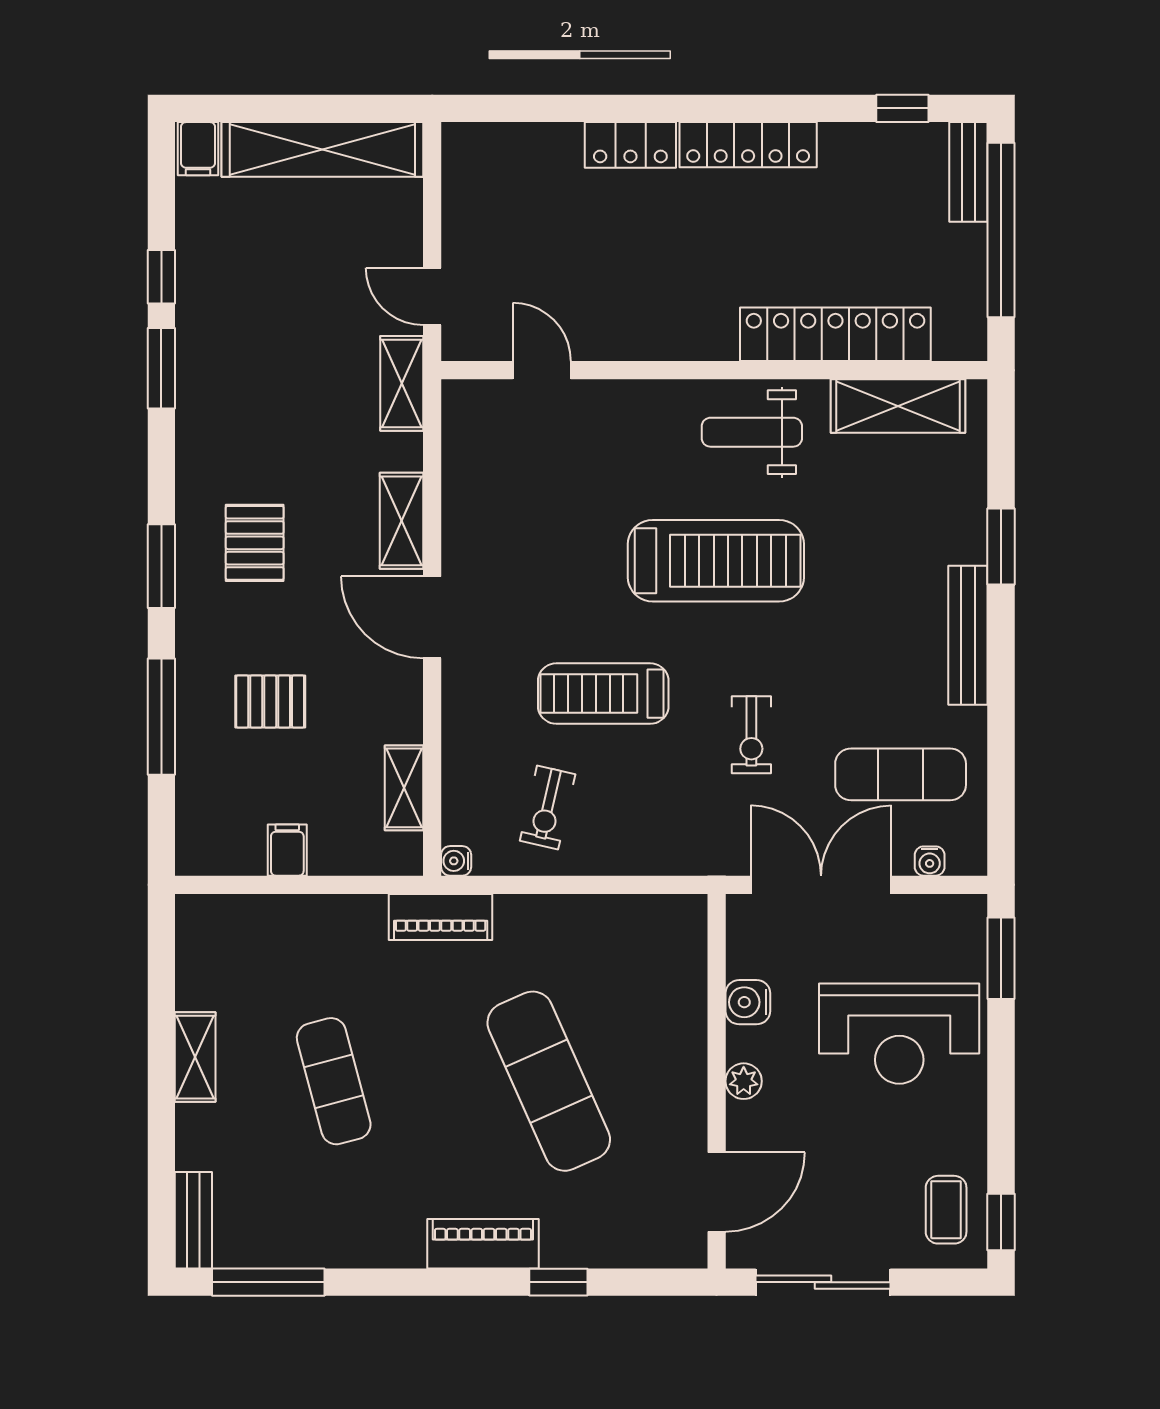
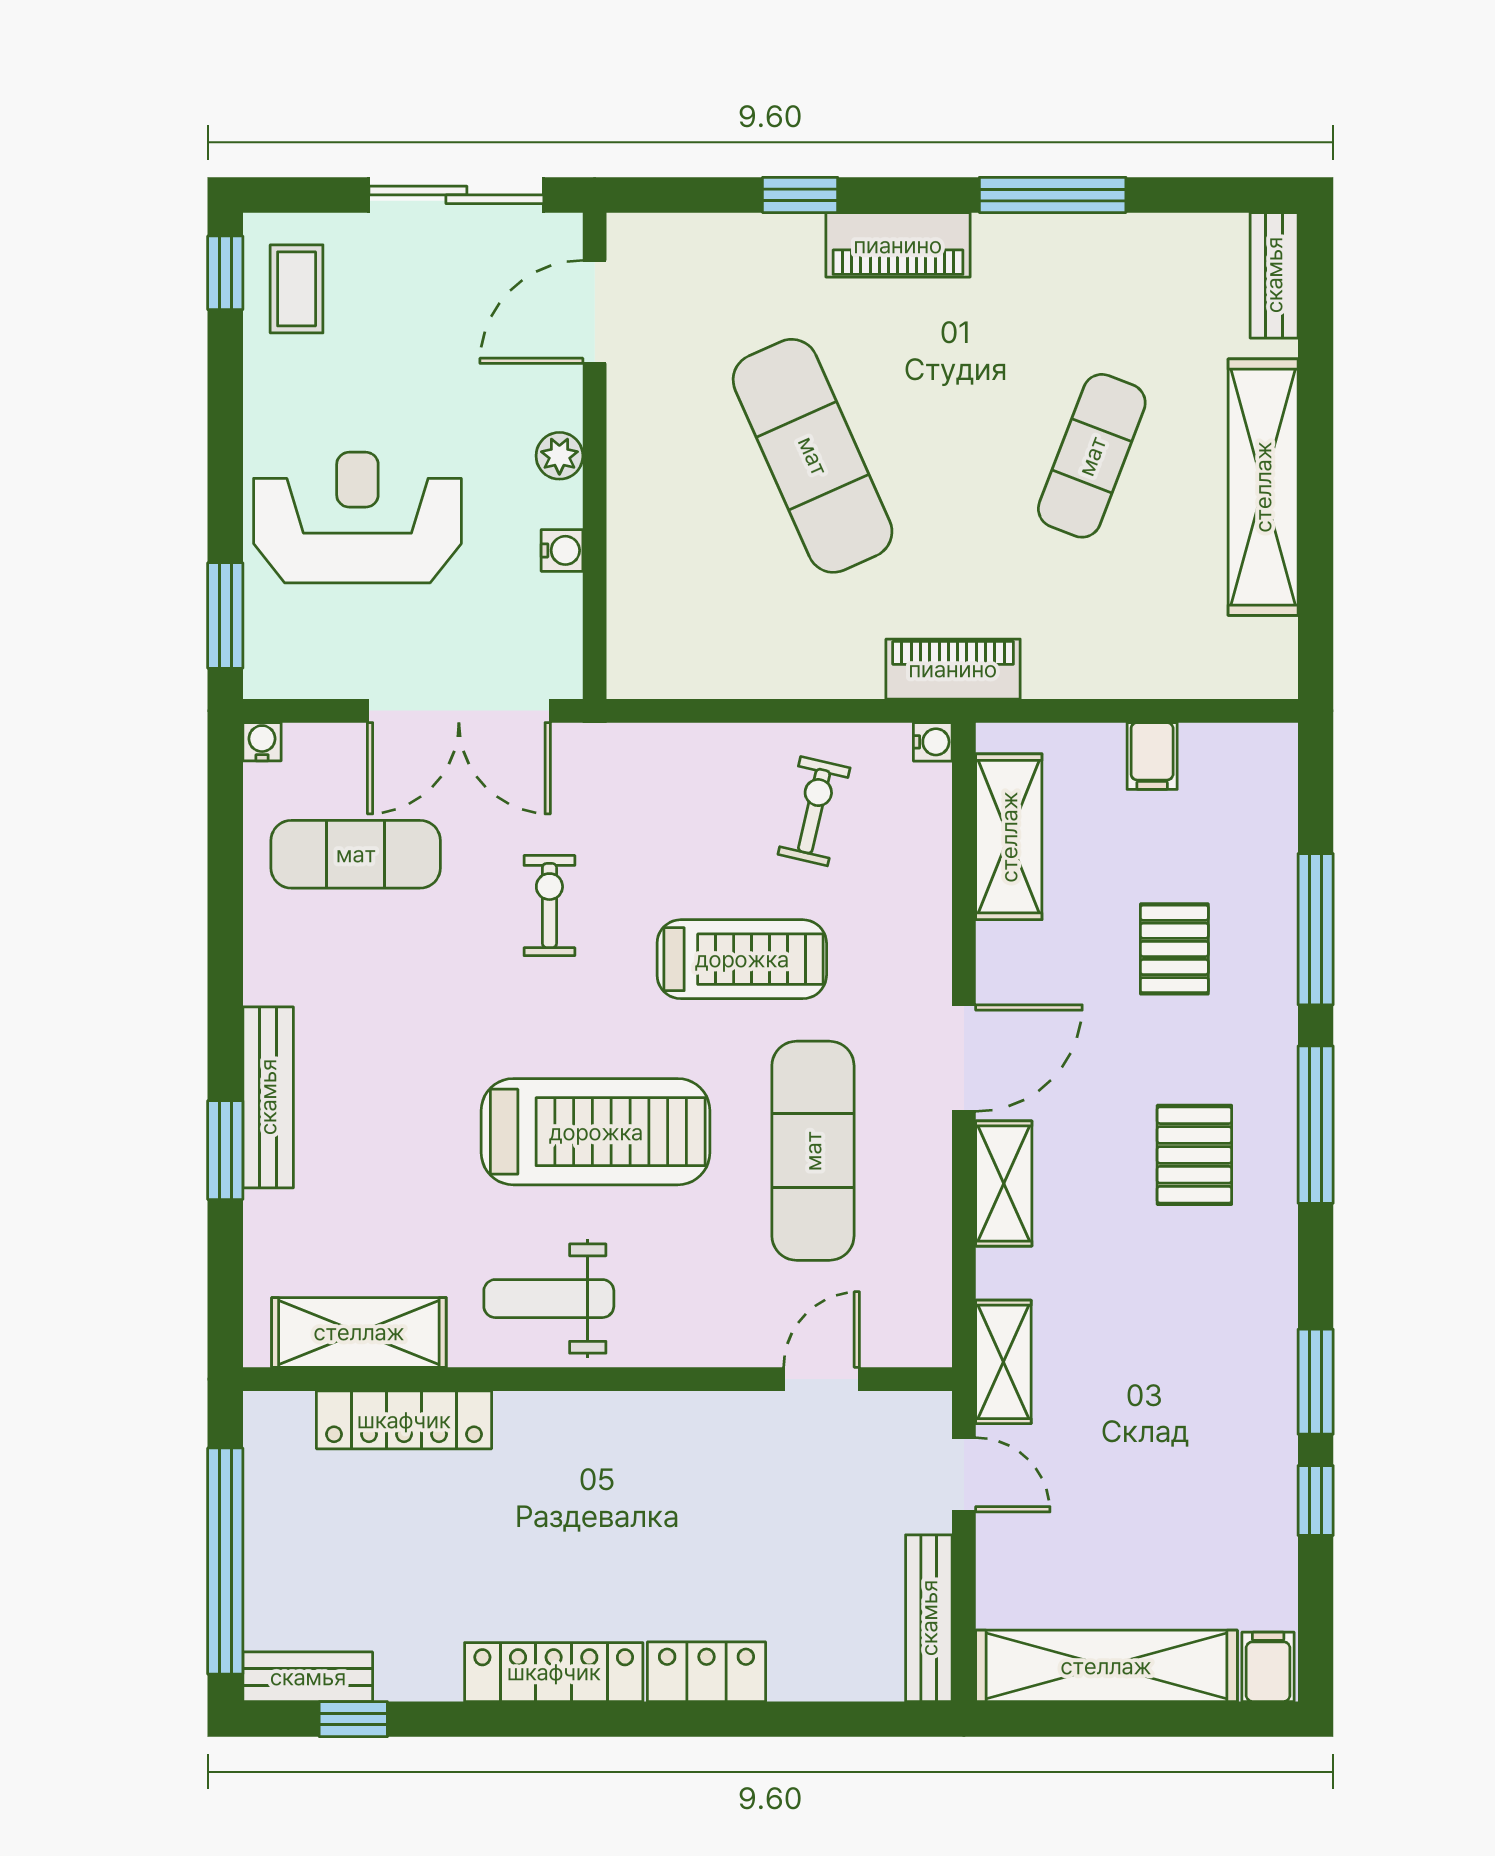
bench: (968, 172) -> (308, 1677), moved, turned 90
bench: (459, 186) -> (929, 1618), added
locker: (835, 334) -> (404, 1420), width x0.71, depth x0.83
door: (542, 370) -> (822, 1379), swing flipped
weight bench: (752, 432) -> (549, 1299), turned 180
exercise mat: (548, 546) -> (813, 1151), added
treadmill: (716, 561) -> (596, 1132), turned 180
window: (161, 566) -> (1316, 1125), width x1.44
door: (432, 617) -> (964, 1058), hinge flipped
bench: (968, 635) -> (268, 1097), moved
pallet: (270, 701) -> (1174, 949), turned 90
shelving: (404, 788) -> (1009, 837), width x1.50, depth x1.33
water cooler: (930, 861) -> (262, 742), moved
water cooler: (748, 1002) -> (562, 550), width x0.72, depth x0.72
shelving: (195, 1057) -> (1263, 487), width x2.20, depth x1.33
exercise mat: (334, 1081) -> (1092, 456), turned 36
window: (268, 1282) -> (1053, 195), moved

